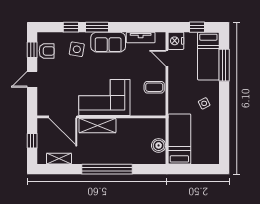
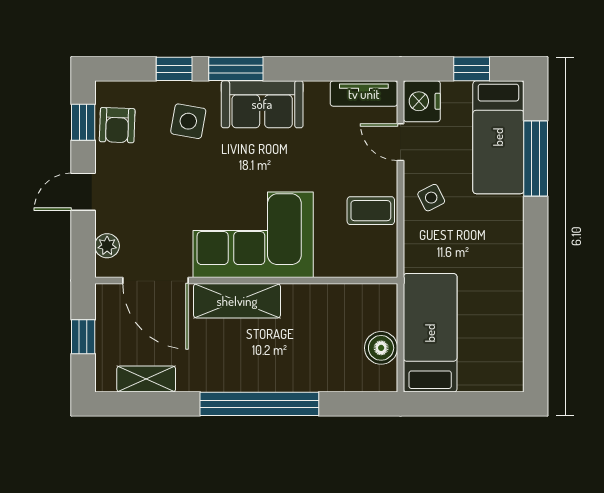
tv unit: (141, 38) -> (364, 94), moved
armchair: (47, 51) -> (117, 125), turned 92
plant: (42, 102) -> (107, 246), added
side table: (204, 103) -> (431, 198), moved

